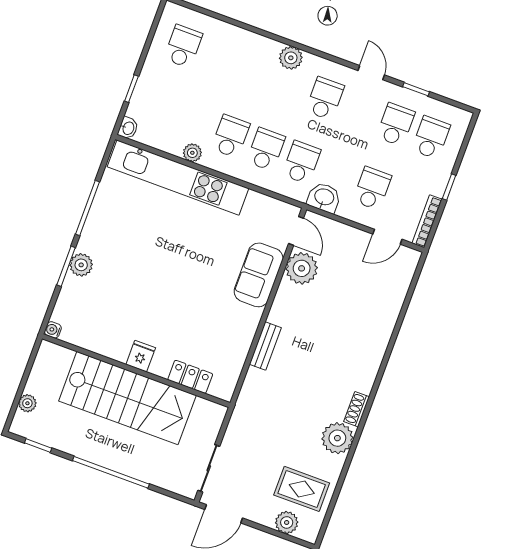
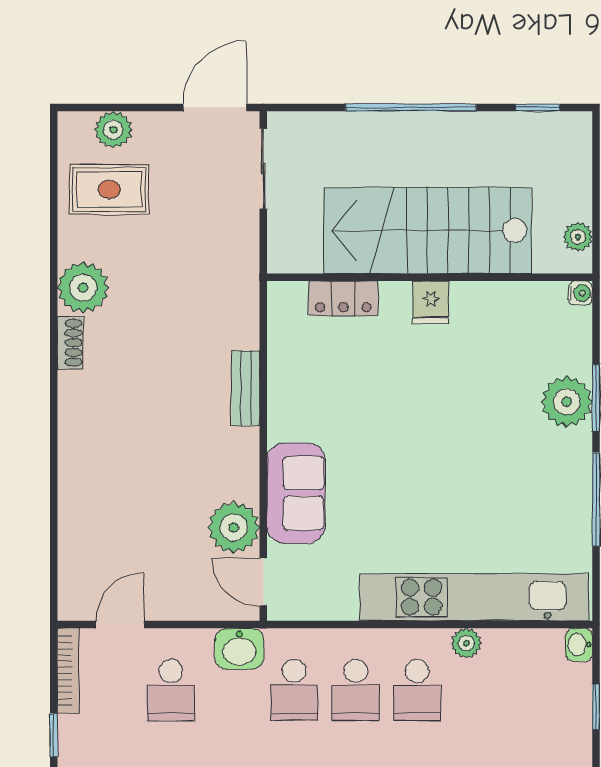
plant: (81, 265) -> (567, 402), width x1.36, depth x1.36
plant: (27, 403) -> (578, 237), moved

